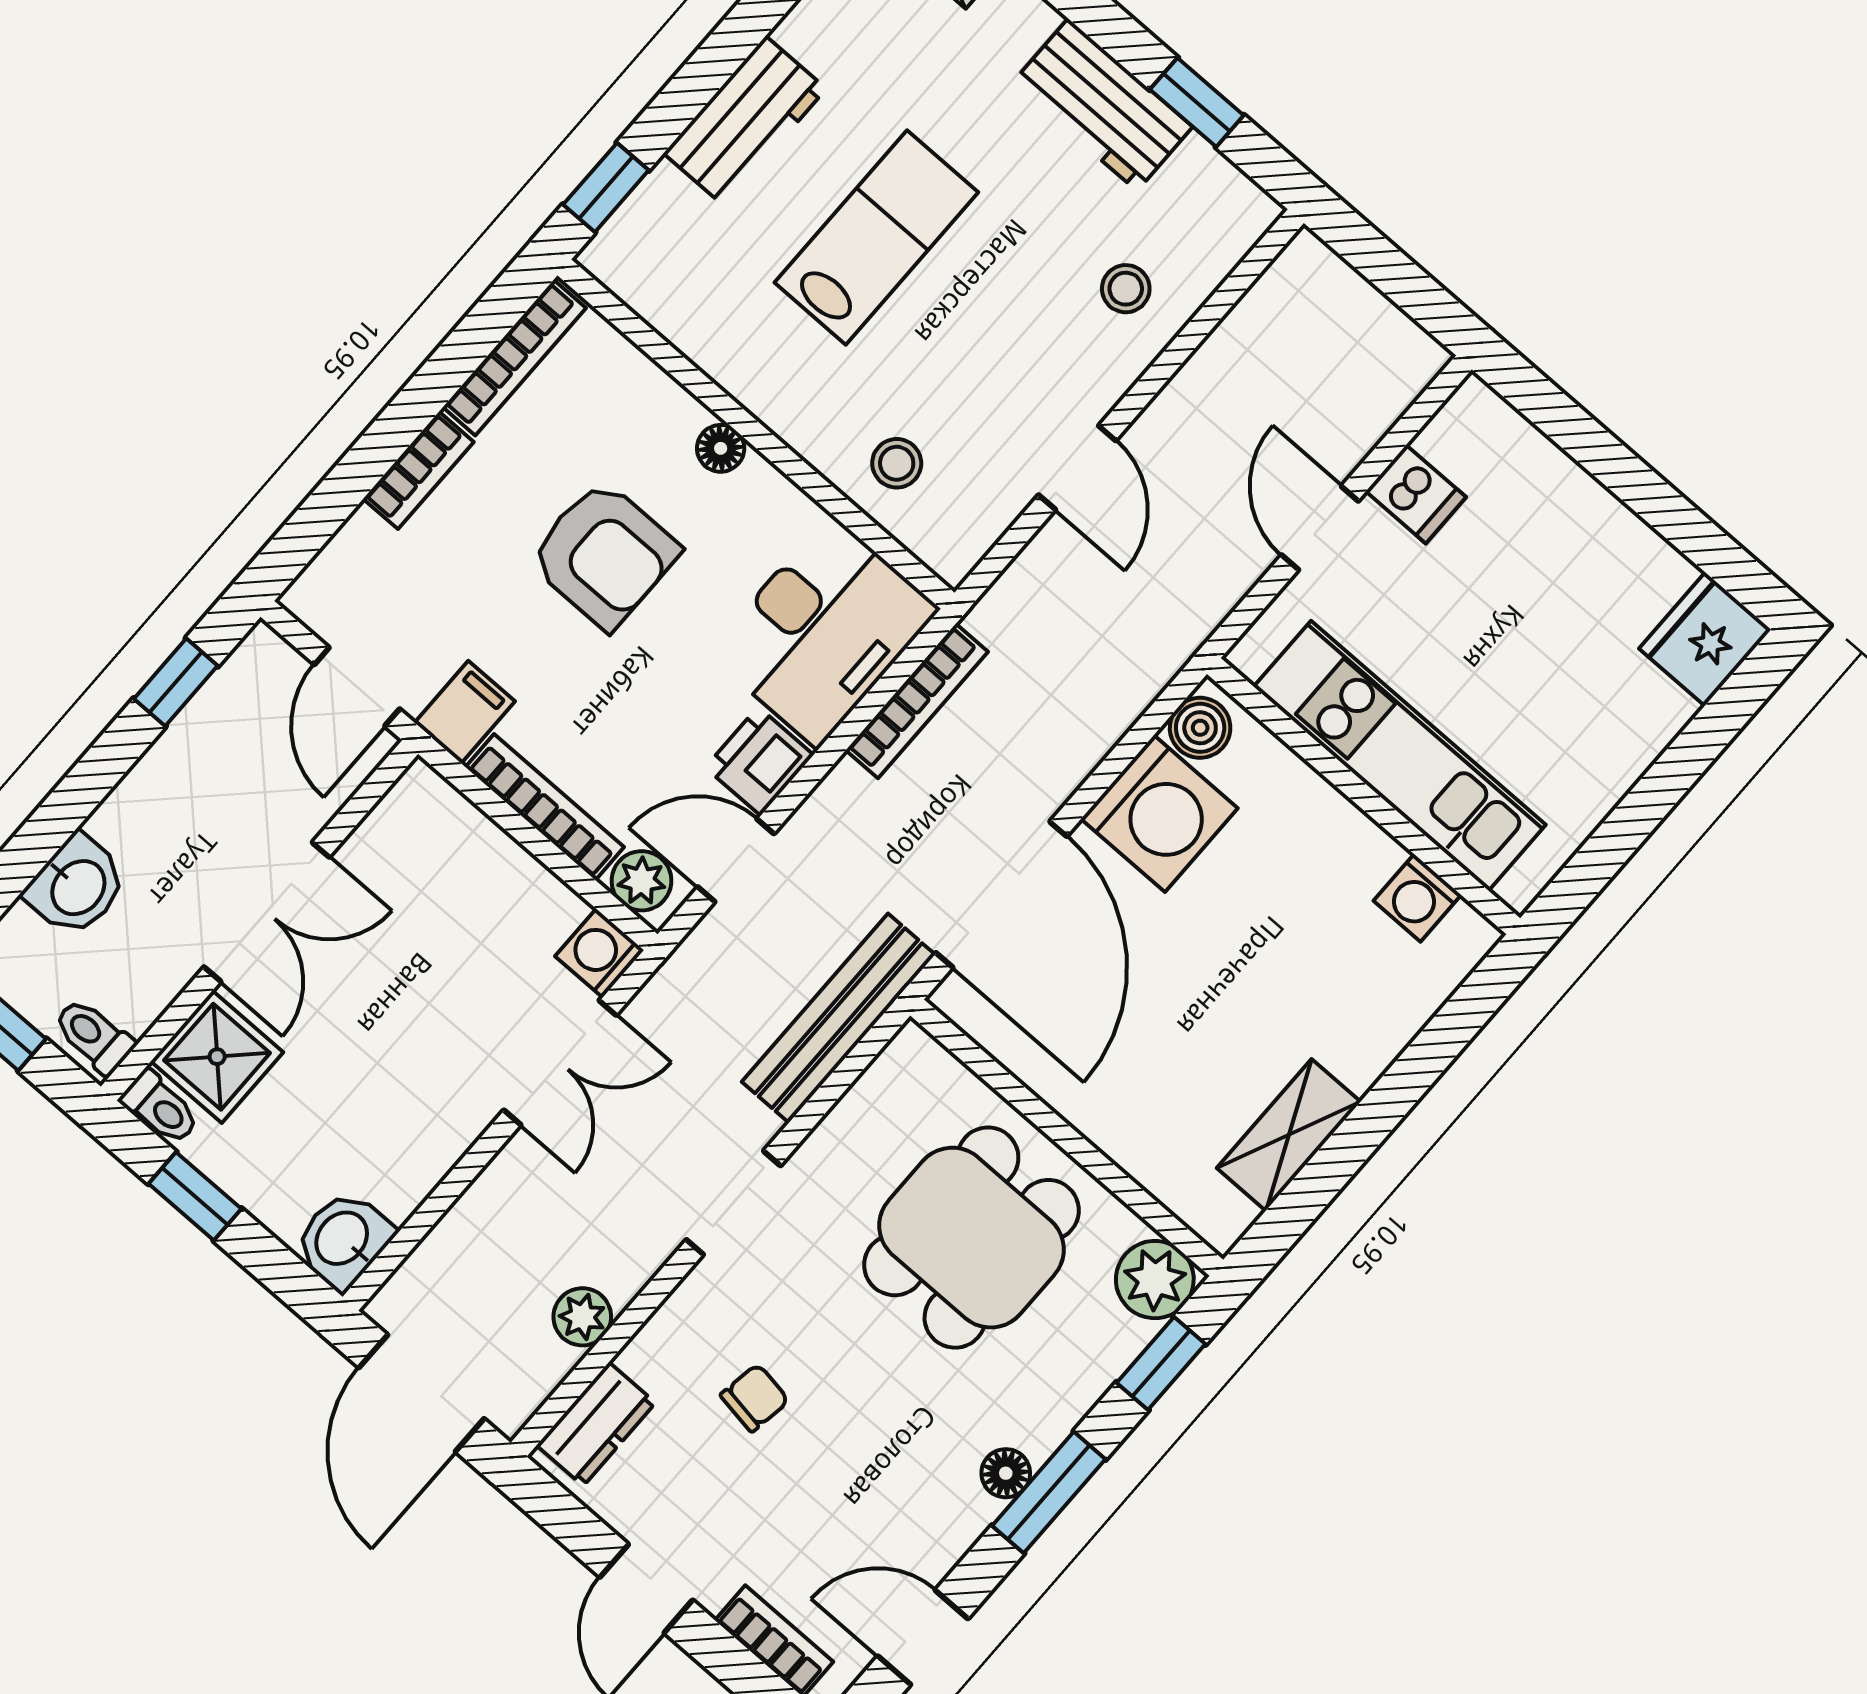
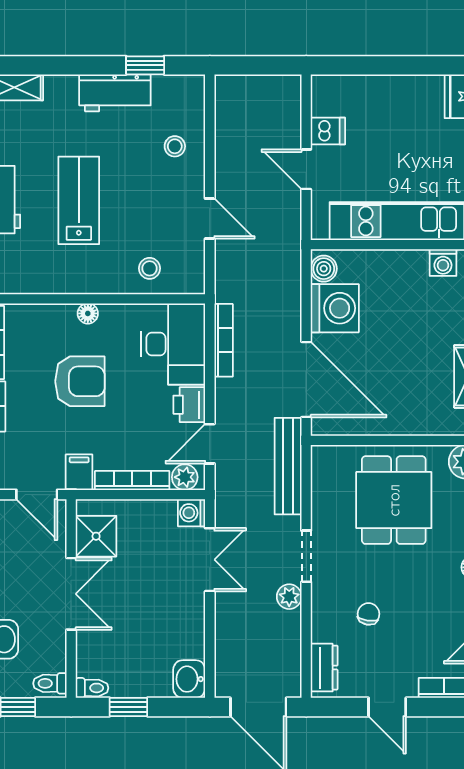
shower: (217, 1057) -> (96, 536), moved
plant: (582, 1317) -> (289, 597), moved

